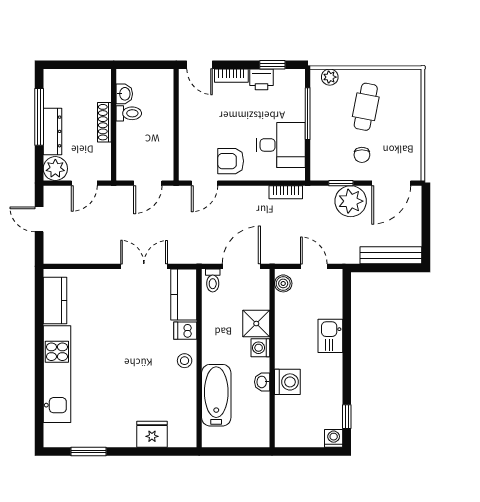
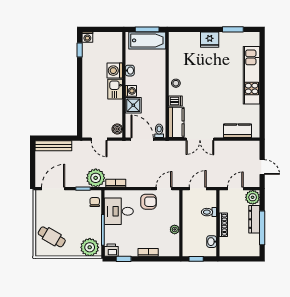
window: (150, 65) -> (196, 259), added
door: (200, 65) -> (167, 259), removed
plant: (330, 77) -> (90, 247), width x1.88, depth x1.88
printer: (262, 79) -> (111, 250), moved
cafe table: (366, 107) -> (52, 237), moved, turned -71
toilet: (129, 113) -> (209, 212), moved
plant: (187, 114) -> (175, 229), added
chair: (362, 155) -> (95, 202), moved
plant: (351, 201) -> (96, 178), moved
door: (241, 266) -> (142, 139), swing flipped
kitchen counter: (55, 300) -> (237, 131), moved, turned 90
kitchen sink: (330, 336) -> (115, 89), moved, turned 180
bathtub: (216, 395) -> (147, 40), moved, turned -90
fridge: (152, 434) -> (210, 40), moved
window: (233, 451) -> (147, 29), added

